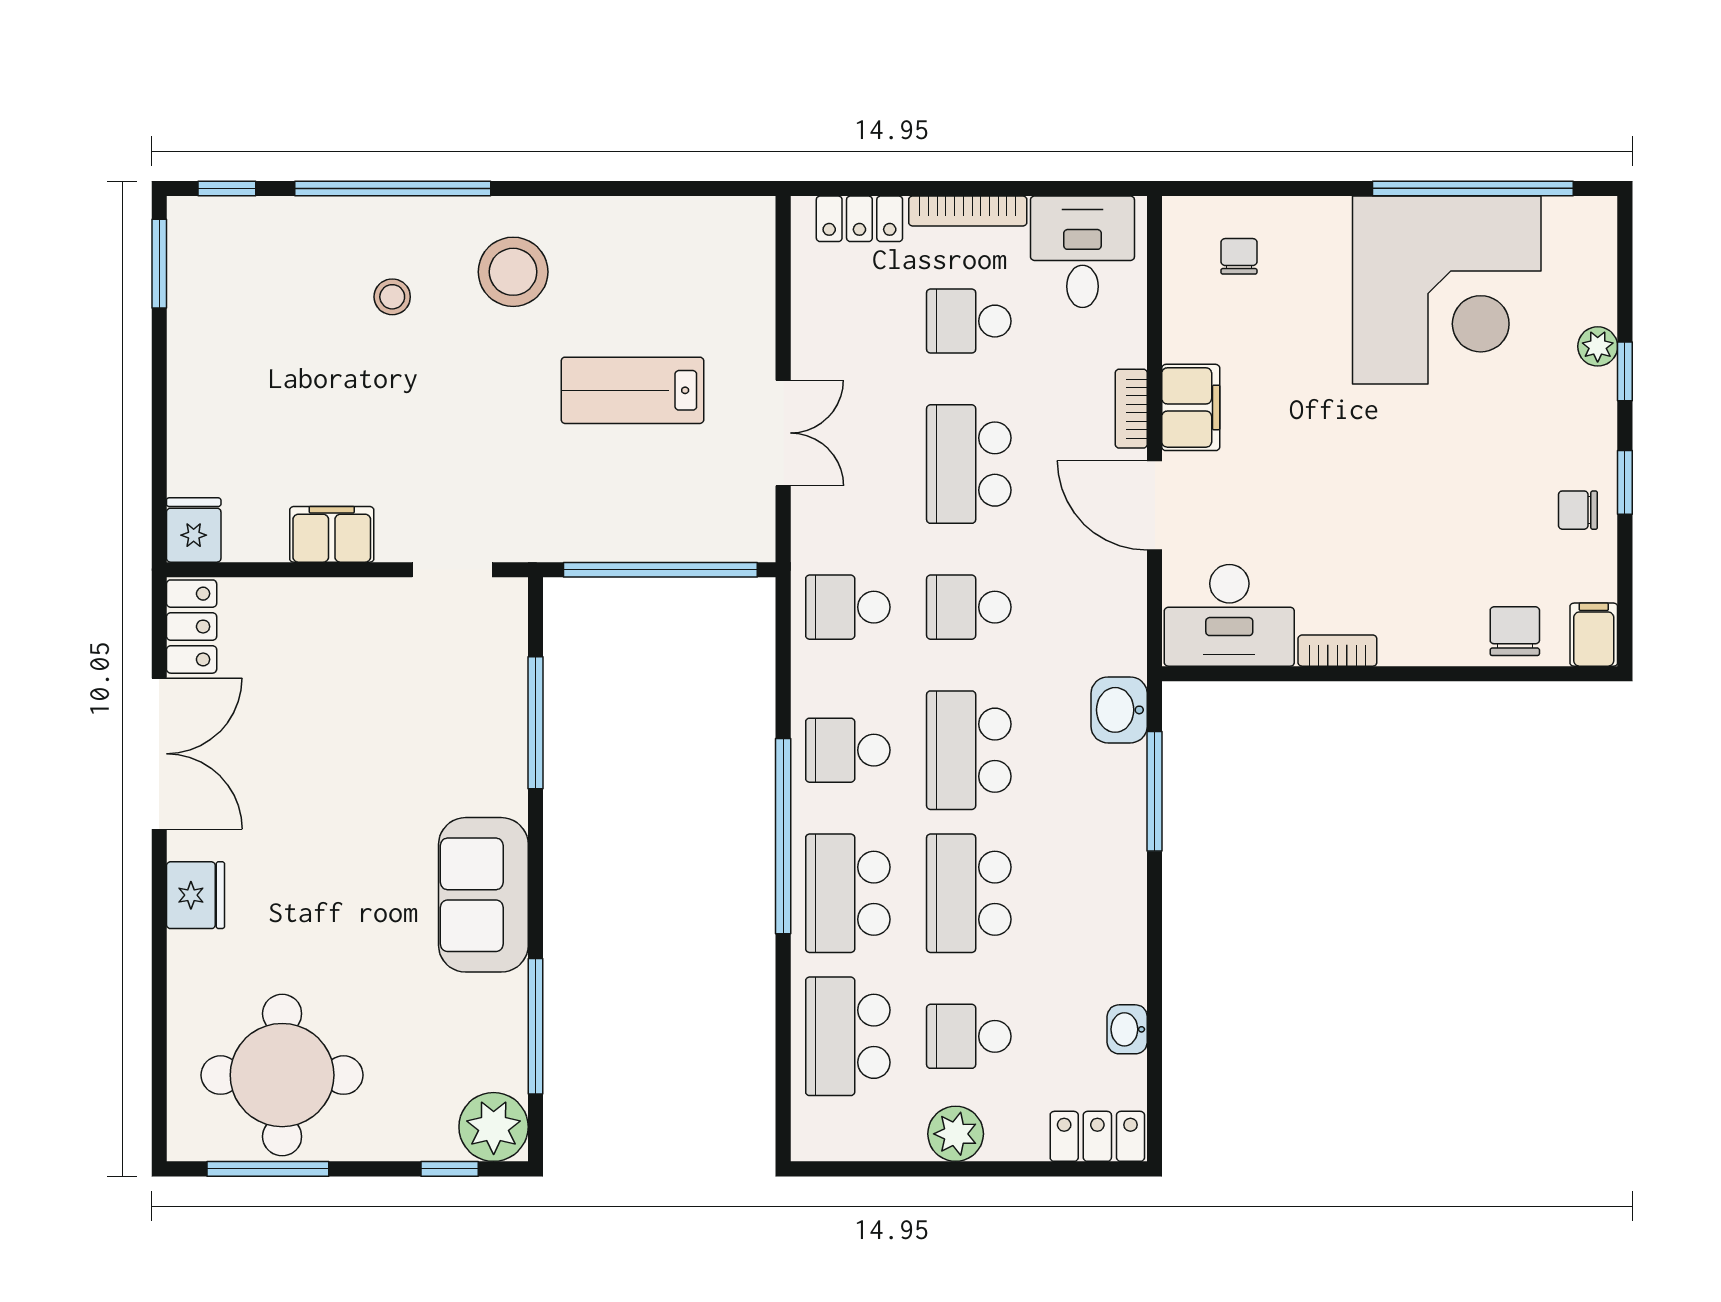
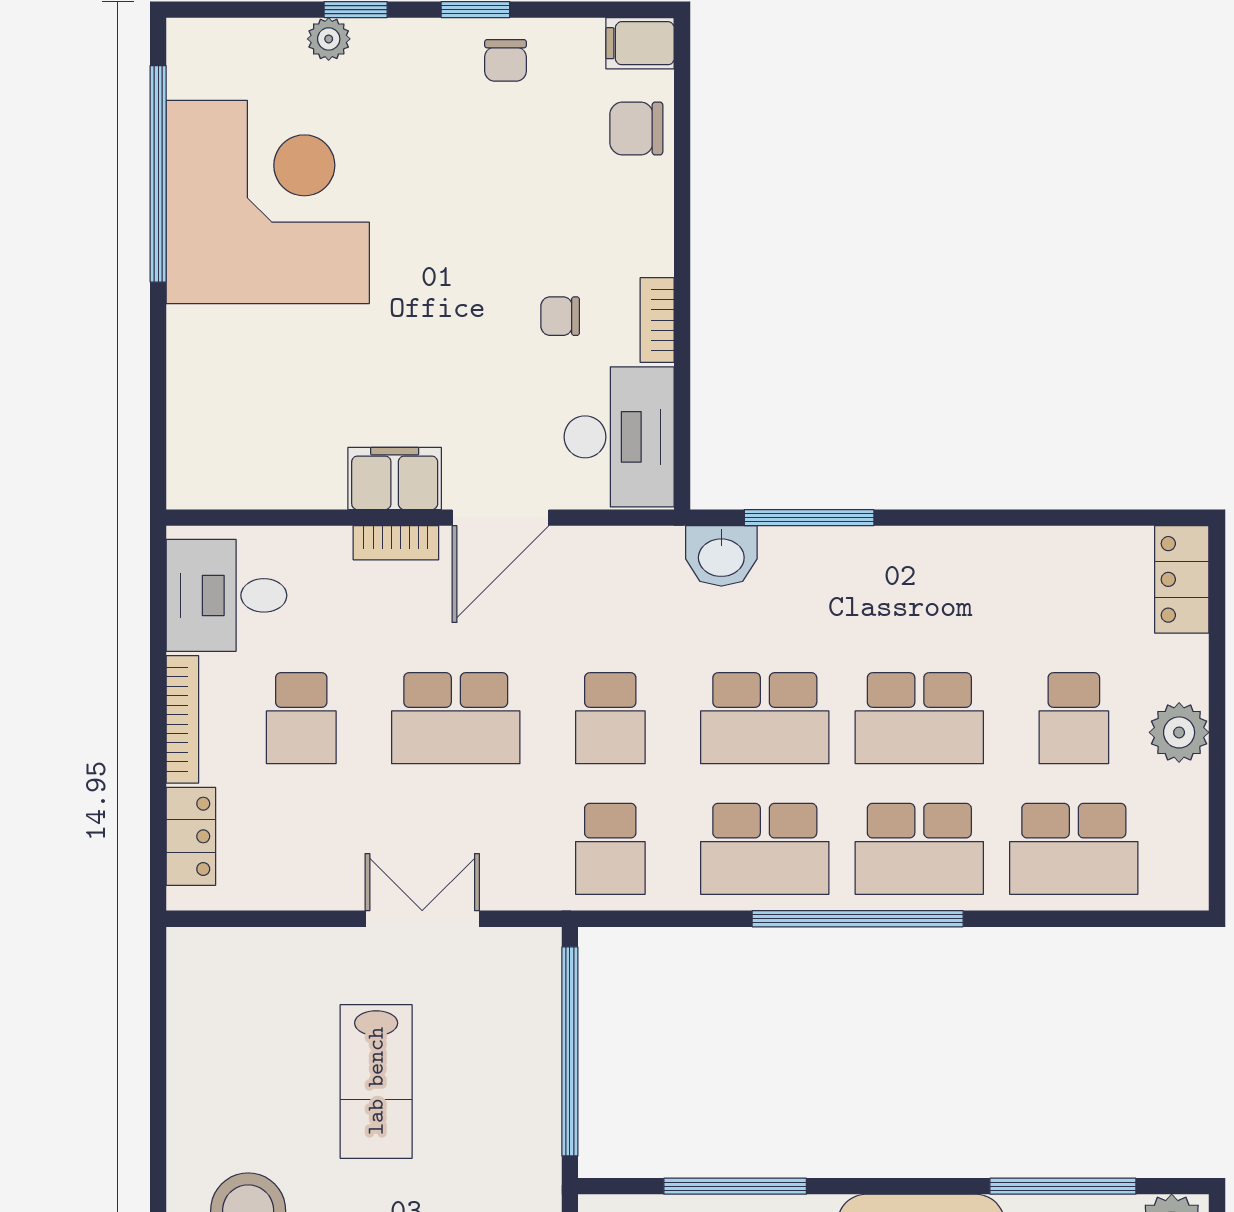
chair: (1239, 256) -> (560, 316), moved
school desk: (848, 750) -> (765, 849), width x1.85
washbasin: (1127, 1029) -> (1066, 547), removed

